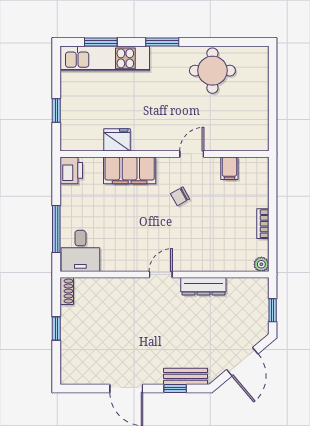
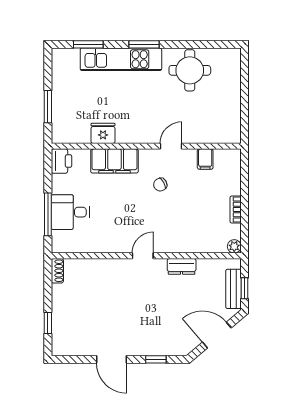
kitchen unit: (105, 58) -> (121, 59), moved
window: (56, 111) -> (48, 107), width x1.50
desk: (80, 251) -> (70, 212), moved, turned 90
dresser: (203, 286) -> (182, 266), width x0.70
window: (56, 328) -> (48, 323), moved
door: (242, 362) -> (217, 335), swing flipped
bench: (186, 376) -> (233, 289), moved, turned 90

